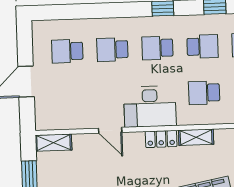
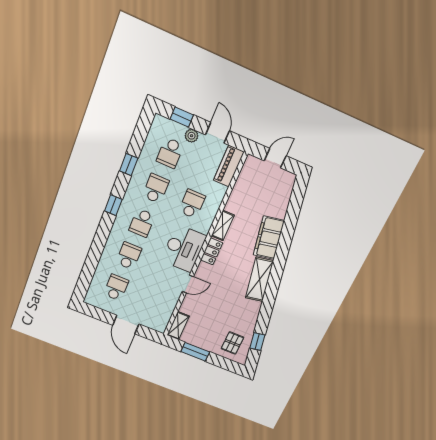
school desk: (112, 50) -> (129, 256), turned 180
school desk: (67, 51) -> (116, 288), turned 180
school desk: (204, 93) -> (192, 204), turned 180

